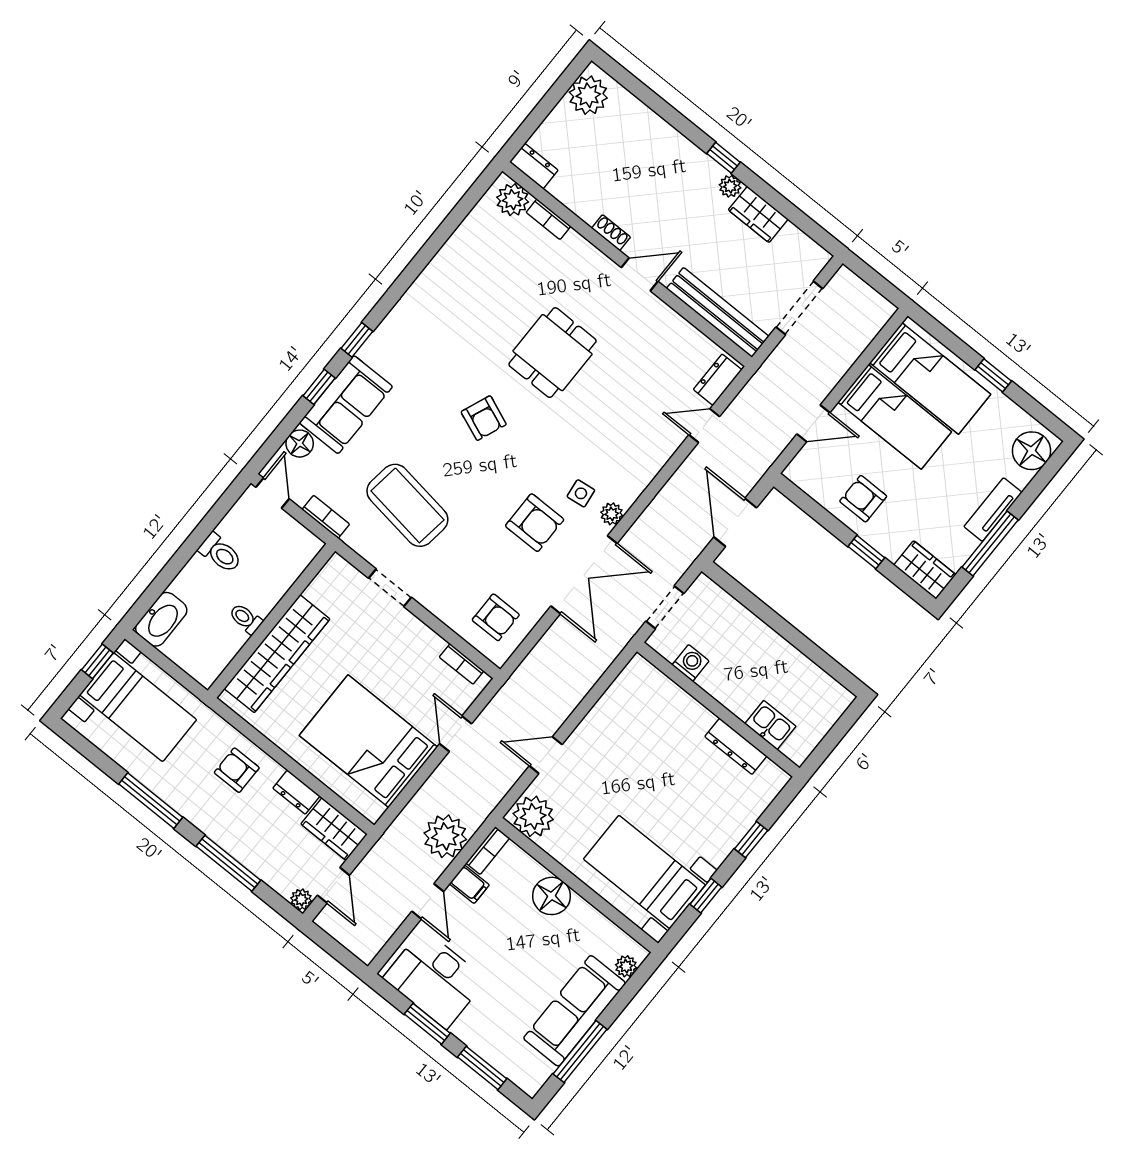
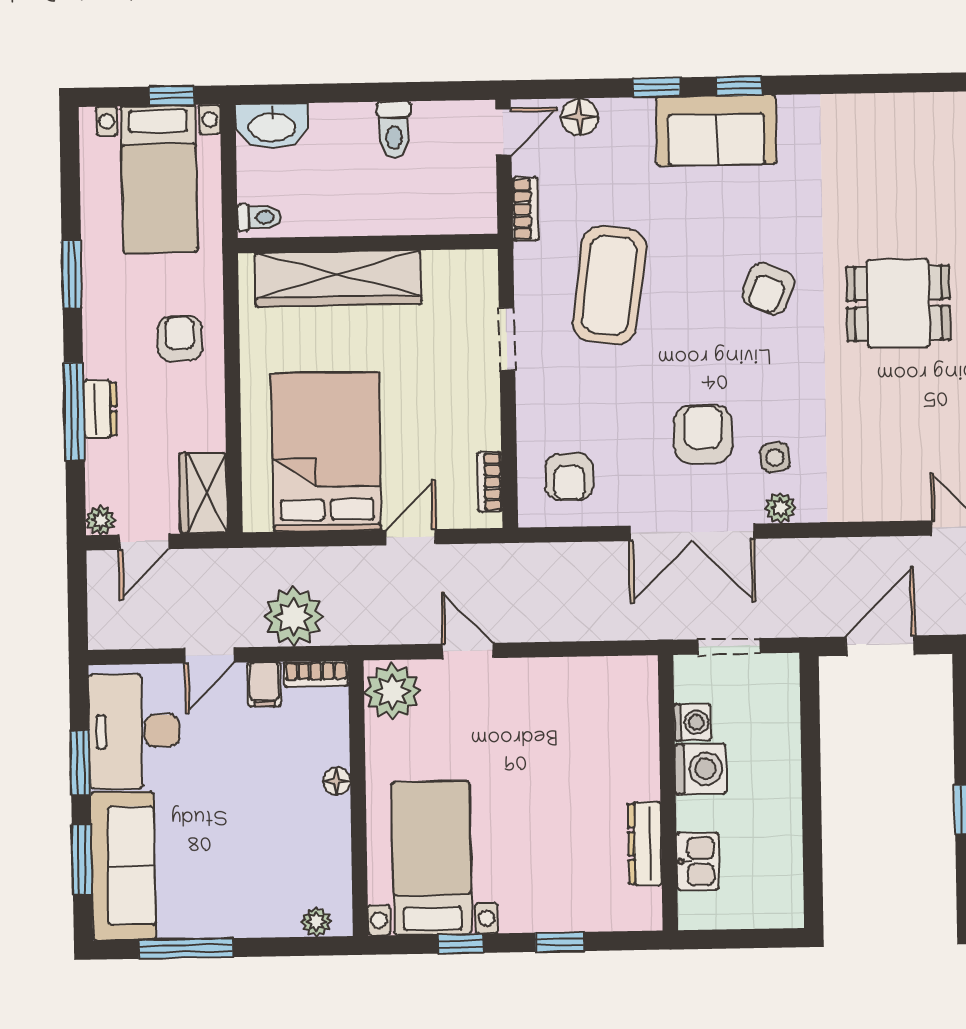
sofa: (346, 405) -> (716, 130), moved
armchair: (535, 523) -> (703, 434), turned 180
toilet: (246, 619) -> (259, 217), moved, turned 90
washing machine: (720, 680) -> (701, 769), added
dresser: (296, 792) -> (100, 409), moved, turned 180
window: (151, 801) -> (72, 275), width x0.69
floor lamp: (551, 896) -> (337, 781), width x0.53, depth x0.53
sofa: (575, 1011) -> (123, 866), moved, turned 90

